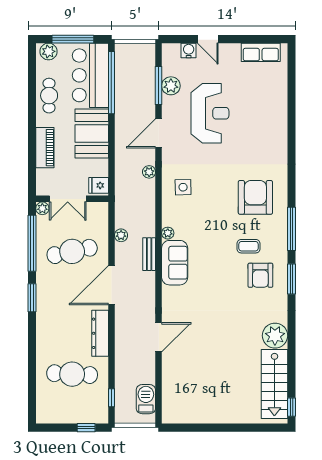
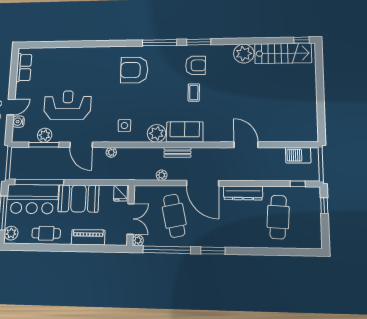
plant: (168, 233) -> (157, 133), width x1.88, depth x1.88
coffee table: (248, 246) -> (194, 92), moved

